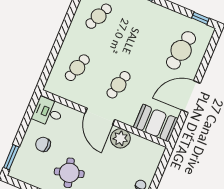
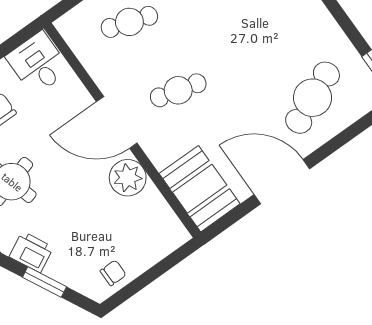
cafe table: (181, 50) -> (313, 98), turned -33
door: (100, 117) -> (117, 122), hinge flipped

